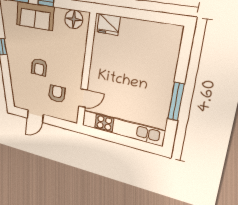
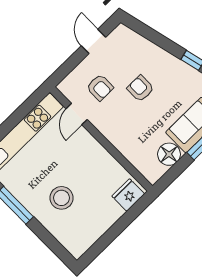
floor lamp: (74, 19) -> (169, 154), moved
stool: (145, 71) -> (62, 198), added

